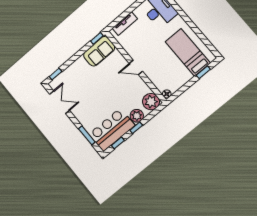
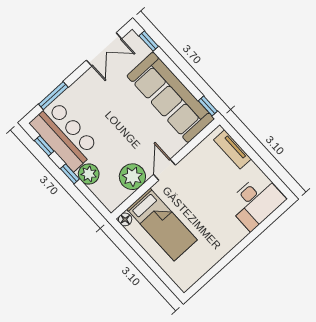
sofa: (99, 51) -> (171, 97), width x1.85, depth x1.27
bed: (188, 52) -> (162, 225), moved, turned 90
window: (203, 72) -> (161, 274), removed
plant: (151, 102) -> (132, 177), moved

